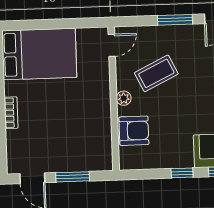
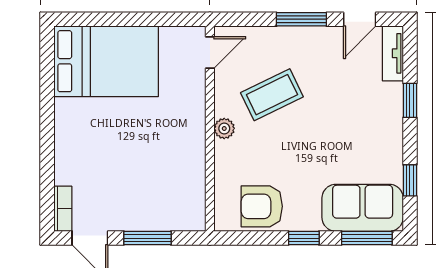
bookcase: (11, 113) -> (63, 209), moved
armchair: (134, 131) -> (262, 206), moved, turned 180

